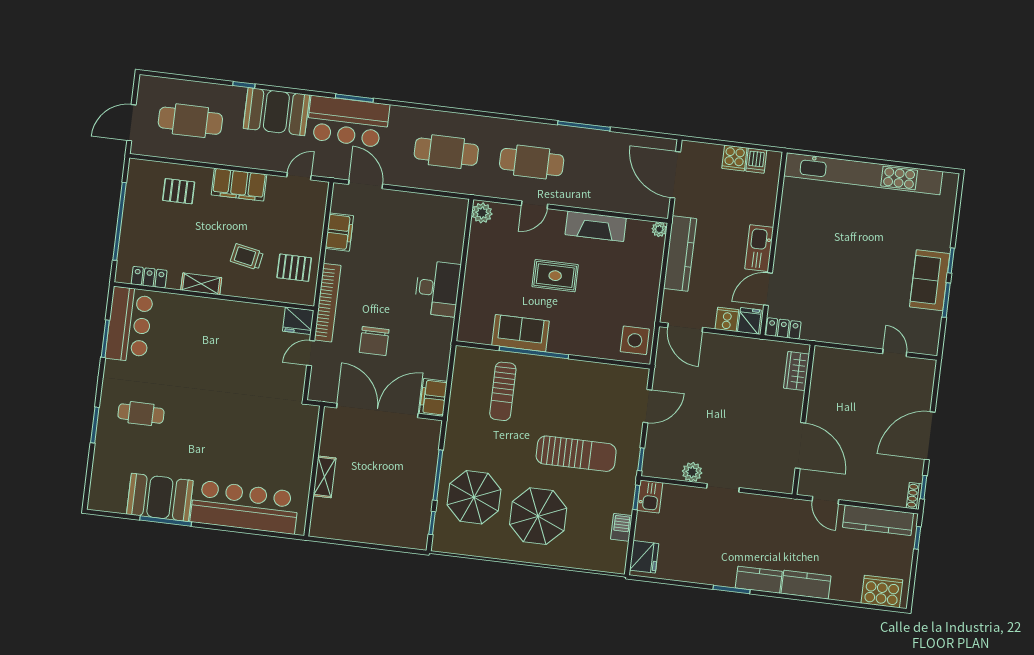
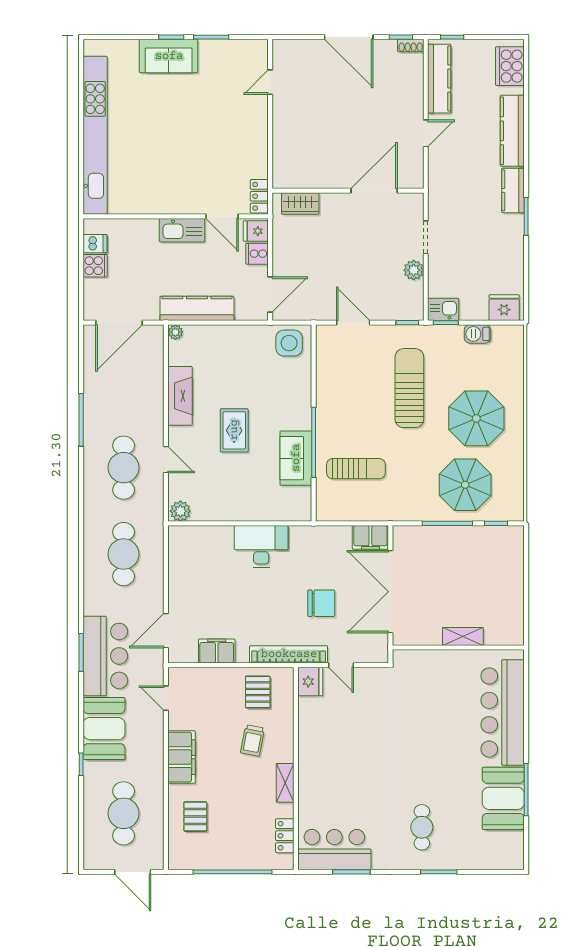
sofa: (930, 280) -> (169, 56), moved
wardrobe: (797, 371) -> (300, 204), moved
wall: (803, 420) -> (348, 191), moved
door: (800, 446) -> (374, 191), moved
kitchen counter: (806, 585) -> (512, 131), width x1.50

